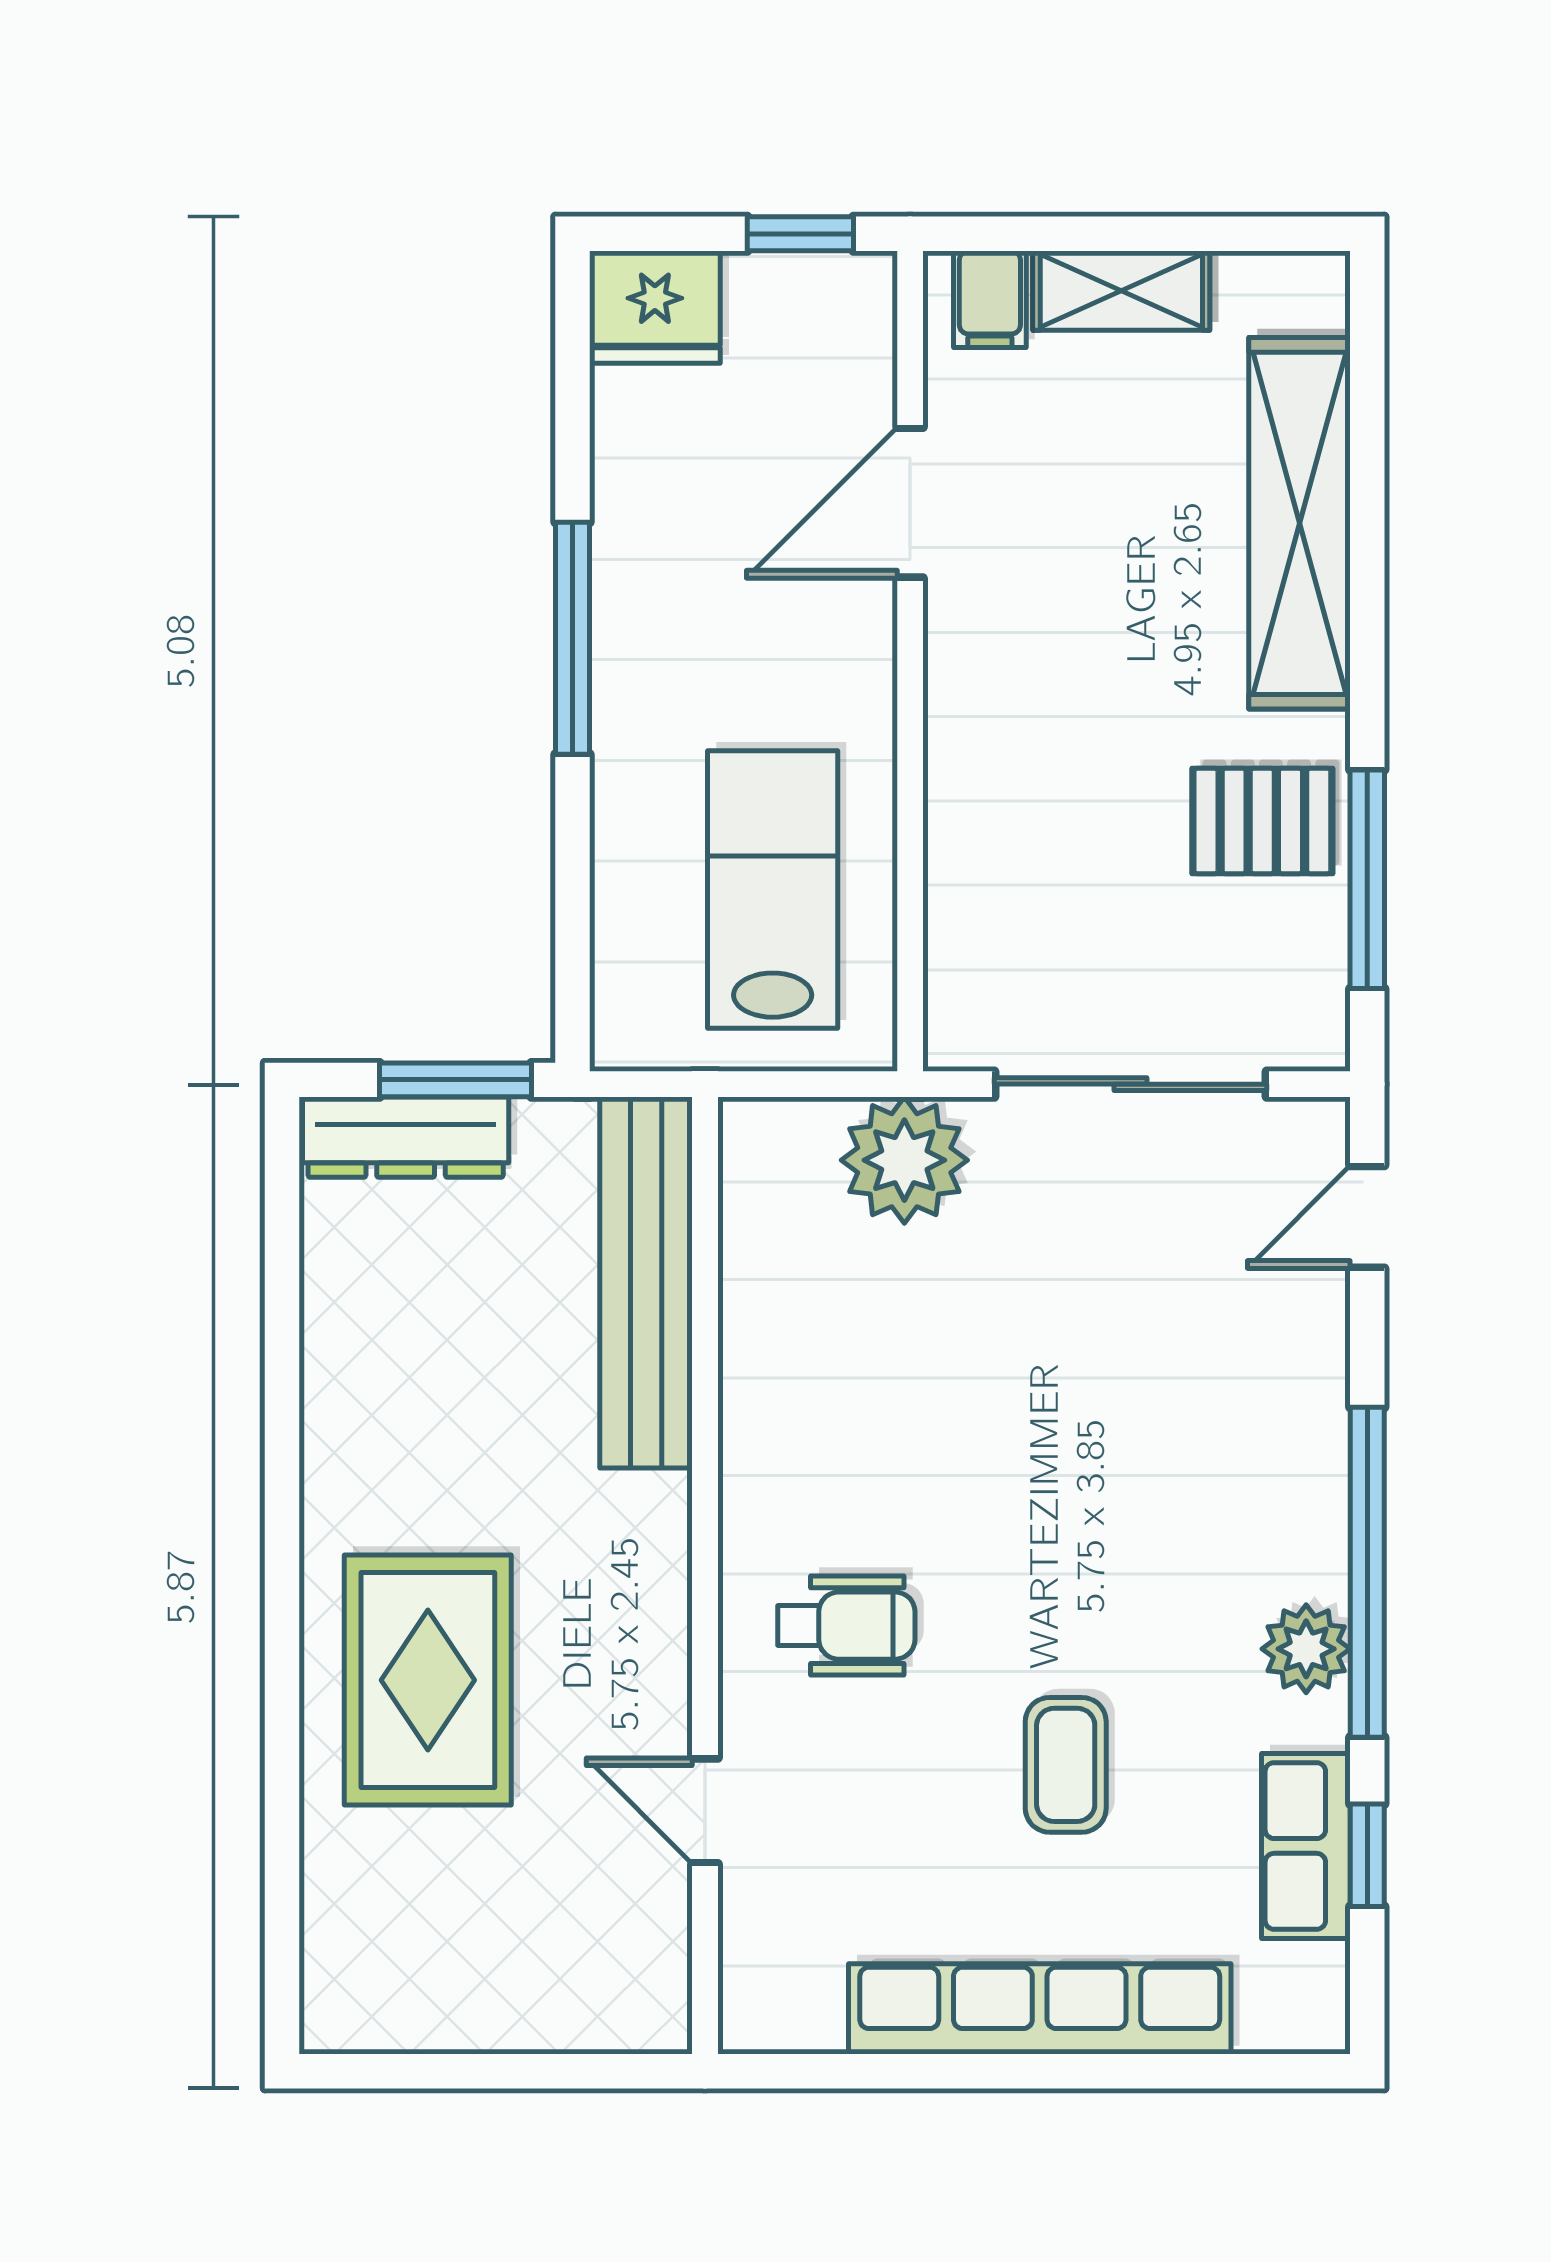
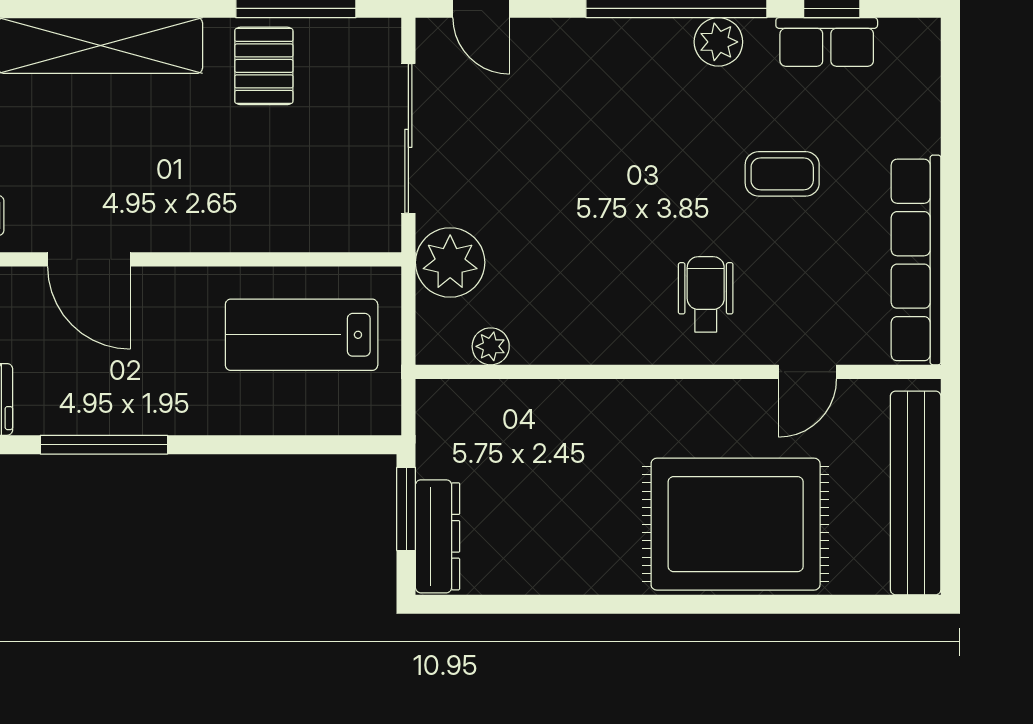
window: (573, 638) -> (104, 445), moved
plant: (752, 1234) -> (491, 346), added
bench: (646, 1283) -> (916, 493), moved, turned 90
rug: (428, 1680) -> (736, 524), width x1.37, depth x1.44
row of seats: (1040, 2009) -> (916, 260), moved

